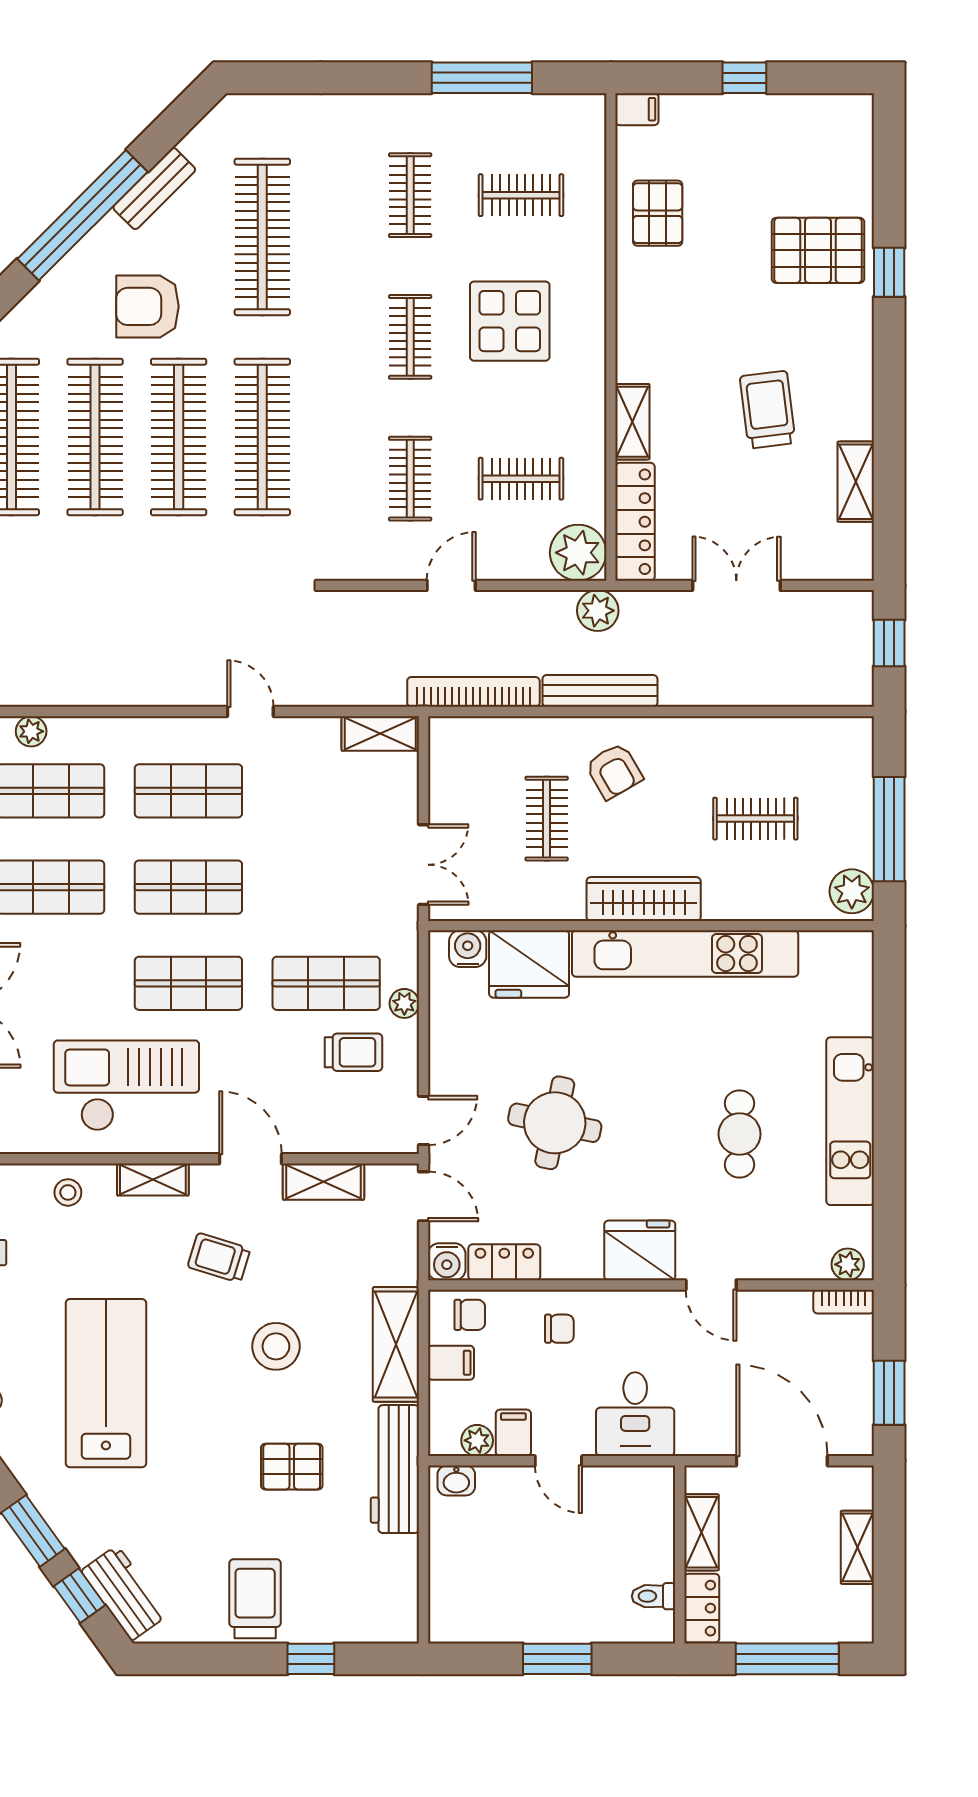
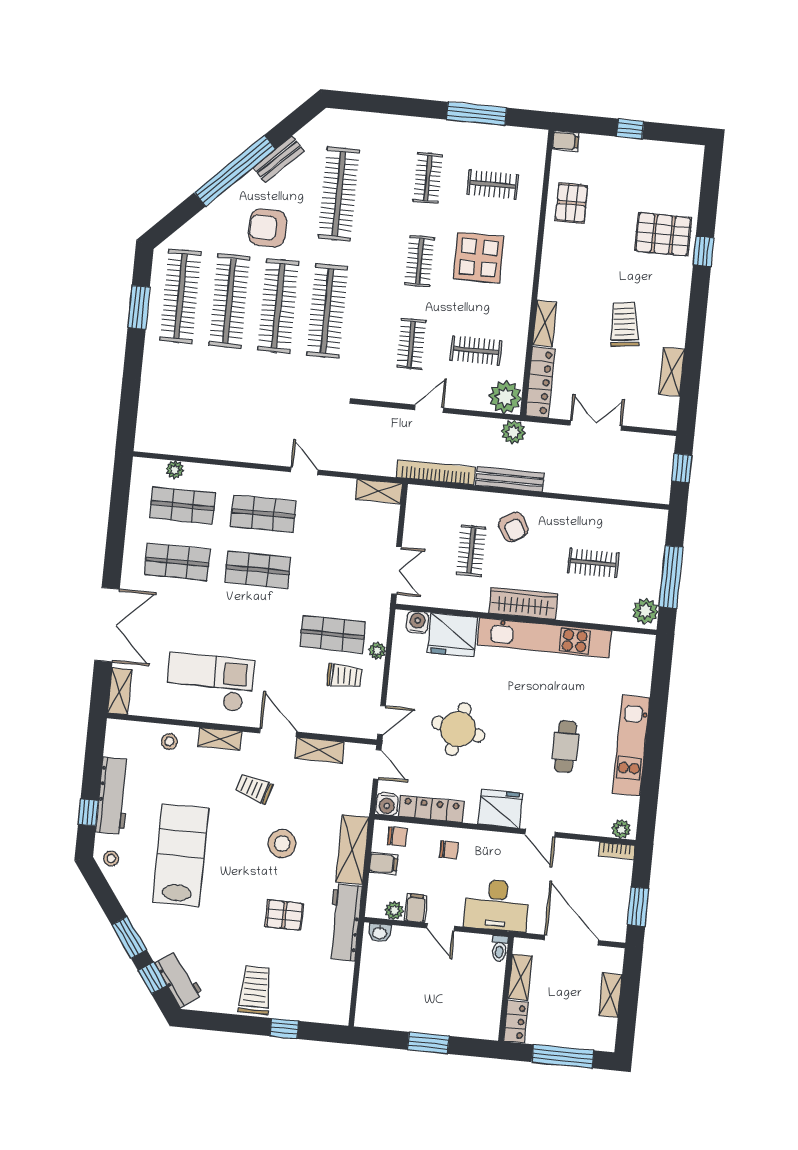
shop shelf: (188, 983) -> (252, 626), removed
locker: (504, 1262) -> (432, 809), width x1.53
desk: (635, 1414) -> (497, 905), width x1.37
toilet: (653, 1596) -> (500, 948), moved, turned -90

